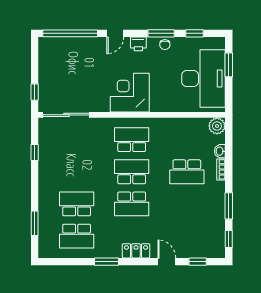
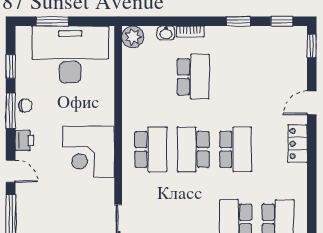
school desk: (132, 140) -> (151, 149), turned 180
window: (229, 206) -> (238, 21), width x0.67
window: (106, 262) -> (312, 183), removed
window: (198, 262) -> (312, 46), moved

